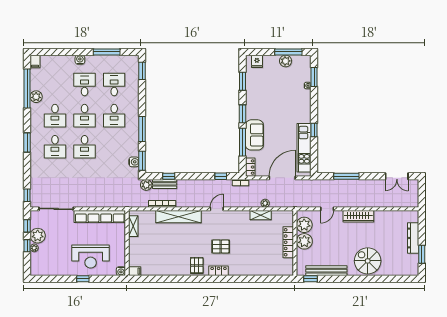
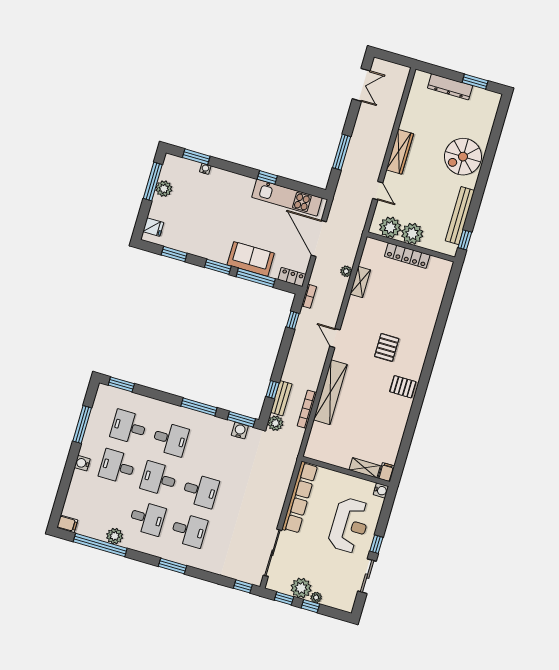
desk: (85, 116) -> (159, 479), turned 180
shelving: (133, 226) -> (365, 468), moved
locker: (219, 271) -> (418, 360), removed
sliding door: (59, 279) -> (367, 576), added

